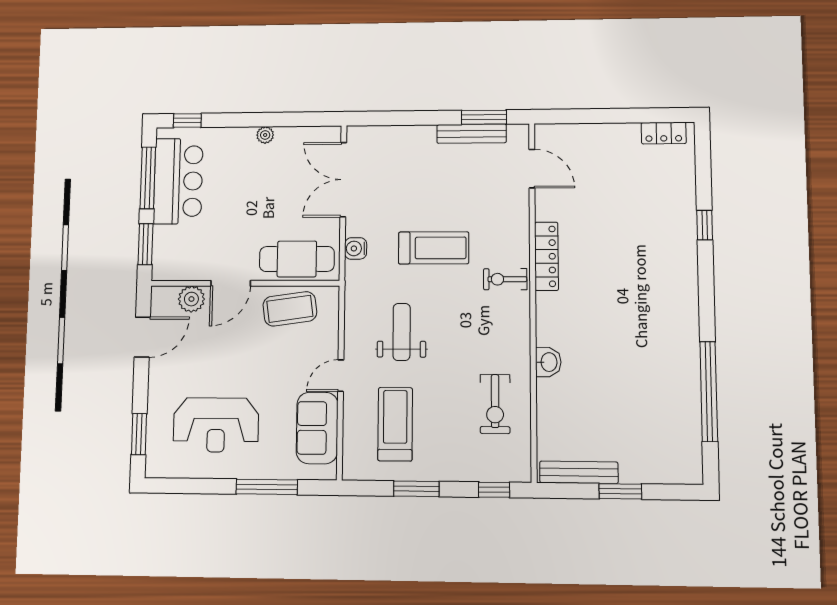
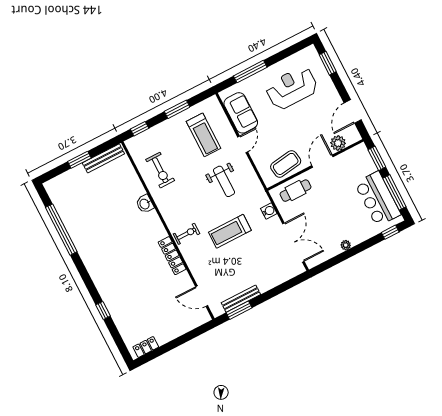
cafe table: (297, 259) -> (296, 191), width x0.73, depth x0.74
exercise bike: (495, 404) -> (160, 170), turned 180

